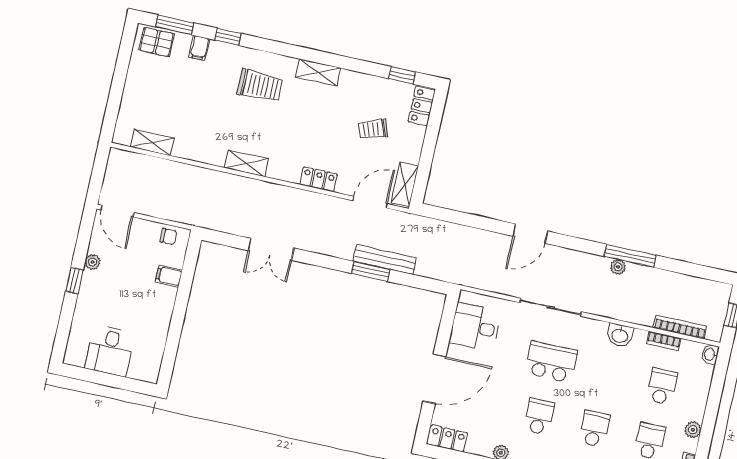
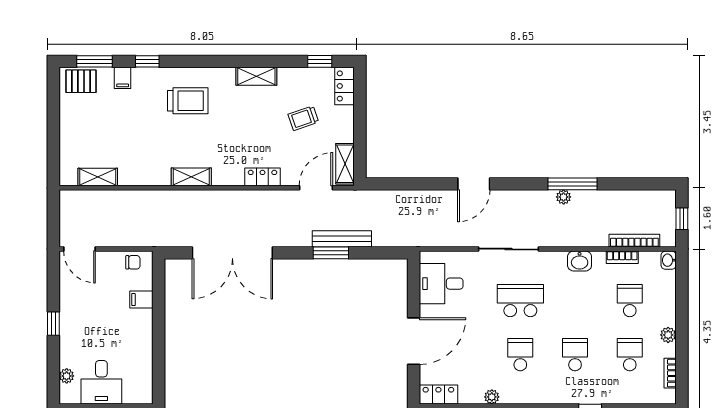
shelving: (318, 72) -> (256, 76), moved
double door: (271, 249) -> (232, 253), width x1.87
plant: (92, 262) -> (67, 376), moved

